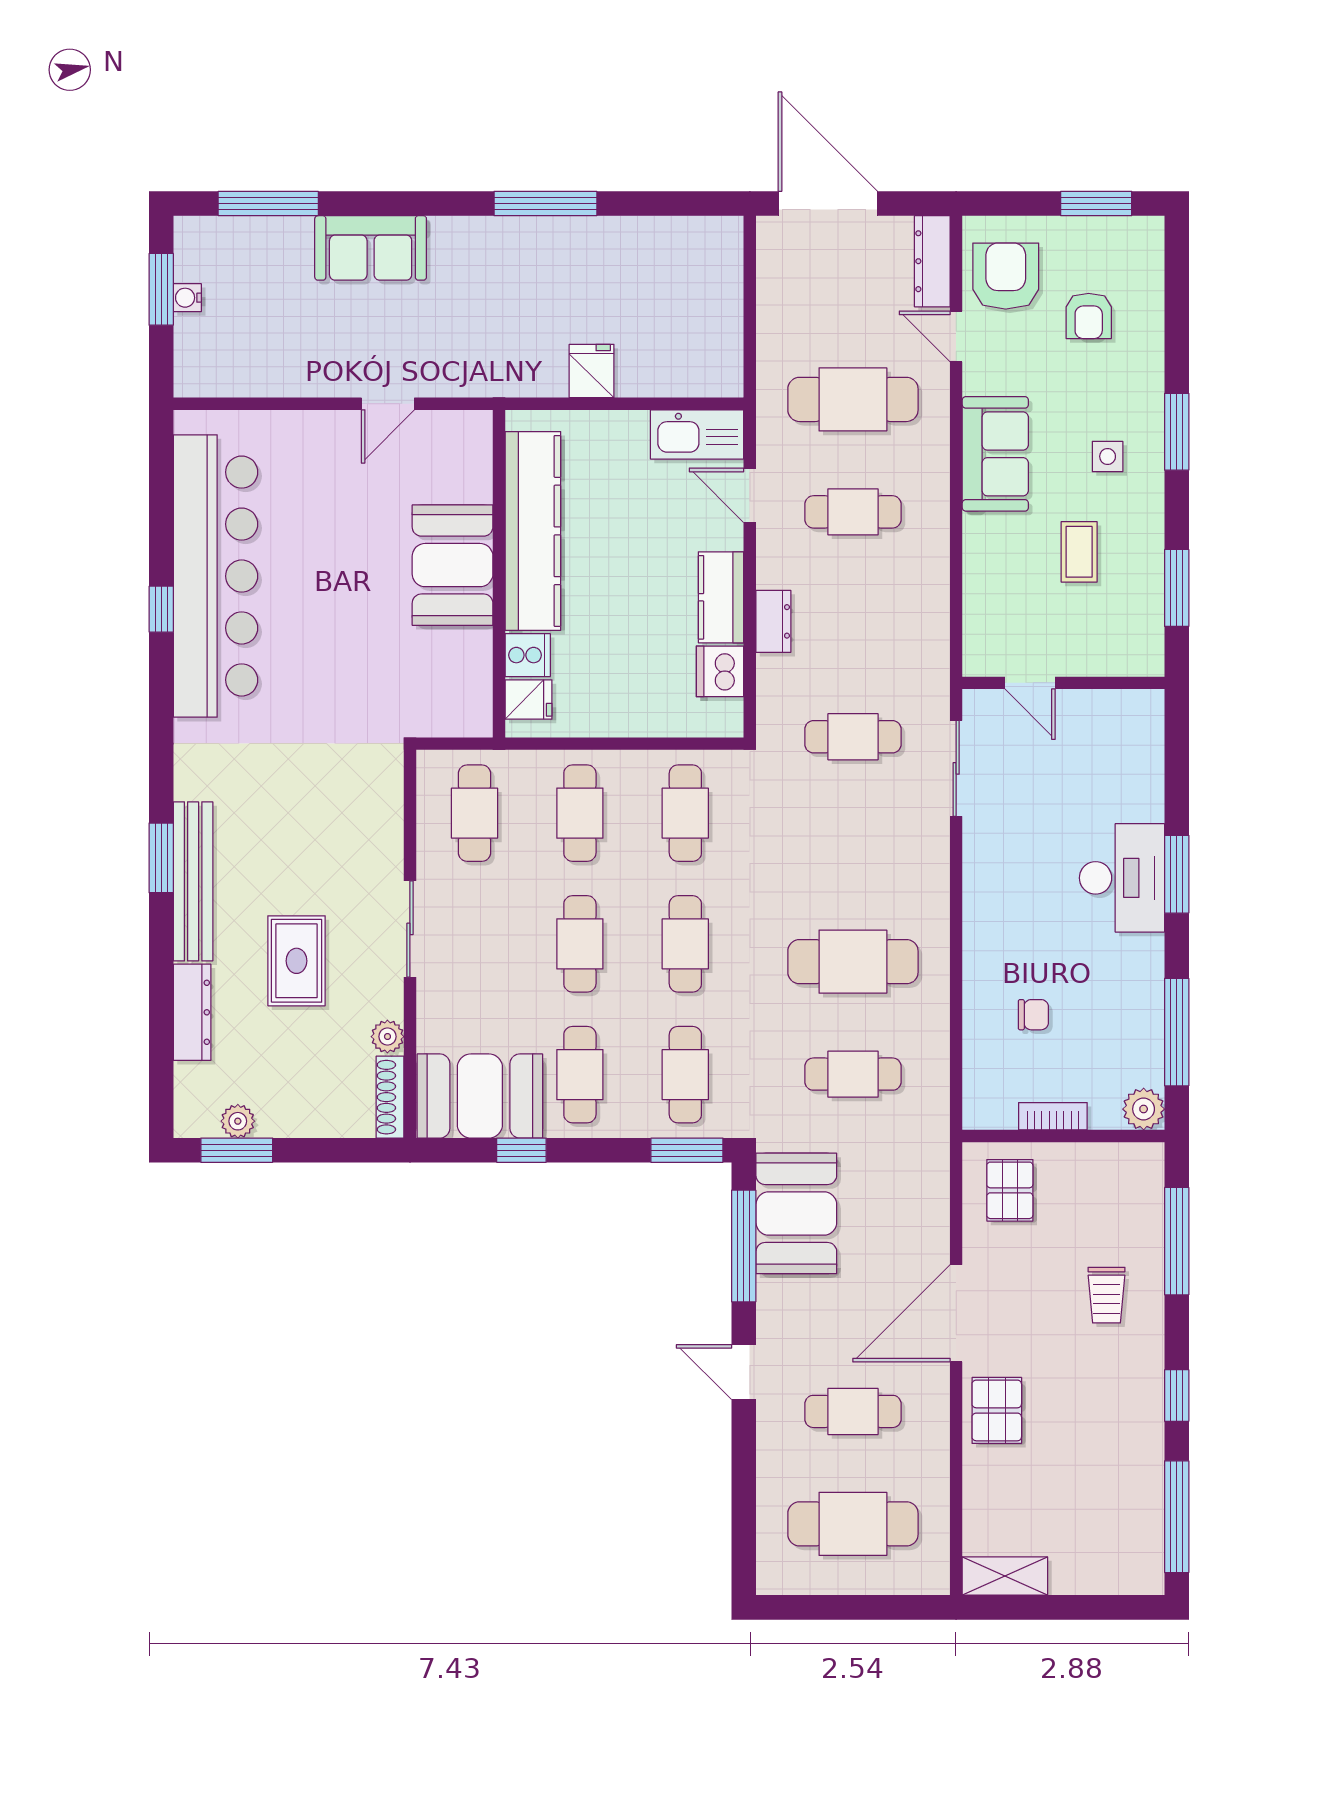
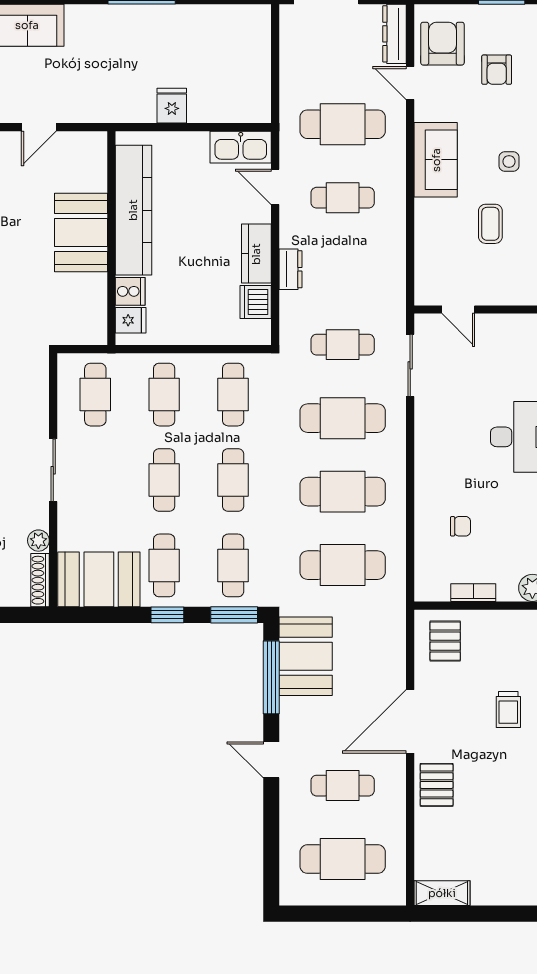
cafe table: (853, 849) -> (343, 418), added
cafe table: (853, 1074) -> (343, 565), width x1.37, depth x1.35
window: (521, 1150) -> (167, 615), moved

